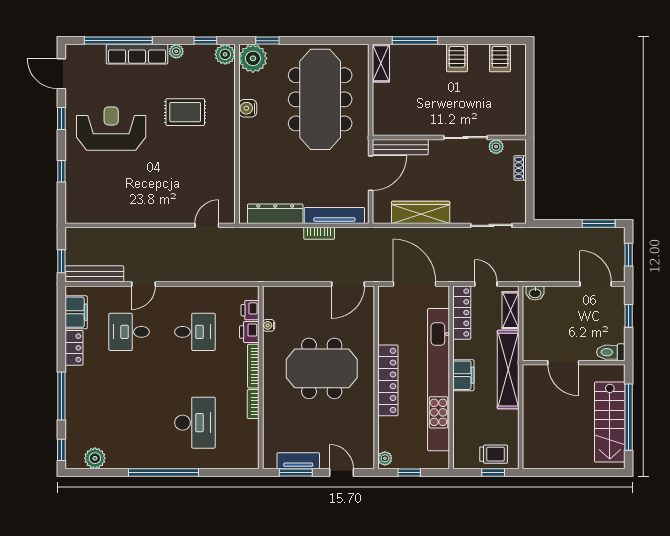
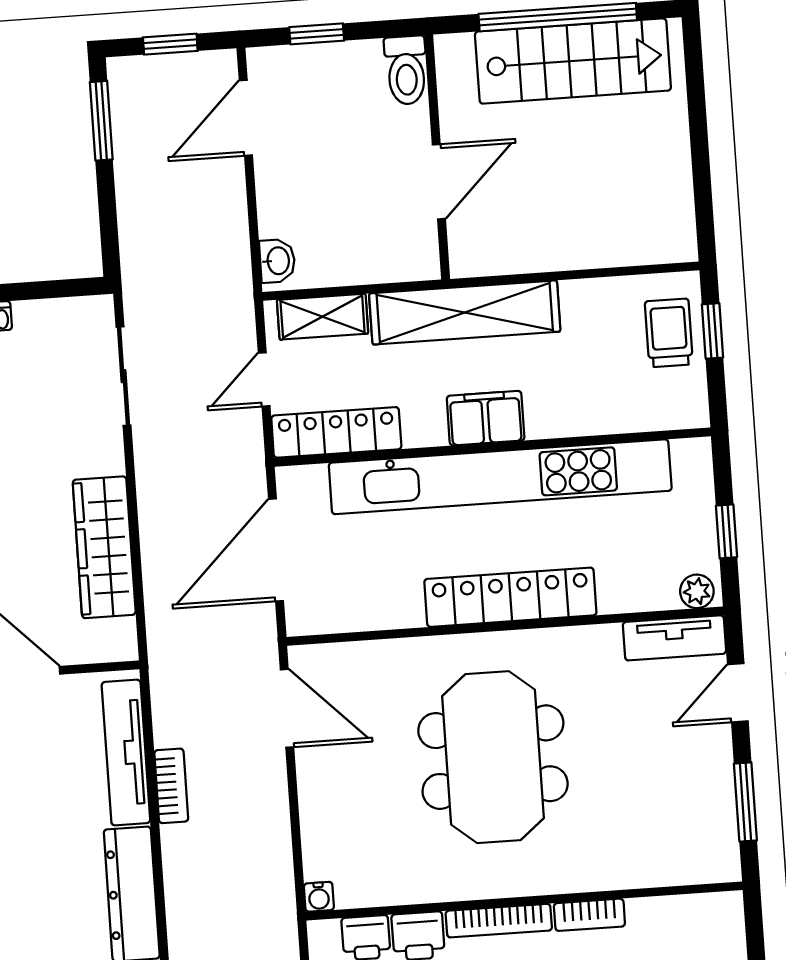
water cooler: (269, 325) -> (319, 897), moved
tv unit: (298, 461) -> (674, 638), moved, turned -90

